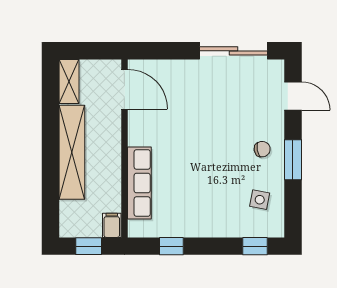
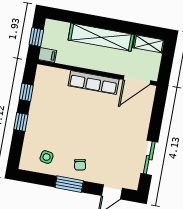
sliding door: (234, 51) -> (149, 158), width x0.73
row of seats: (139, 183) -> (94, 82), moved
window: (255, 246) -> (21, 122), moved

